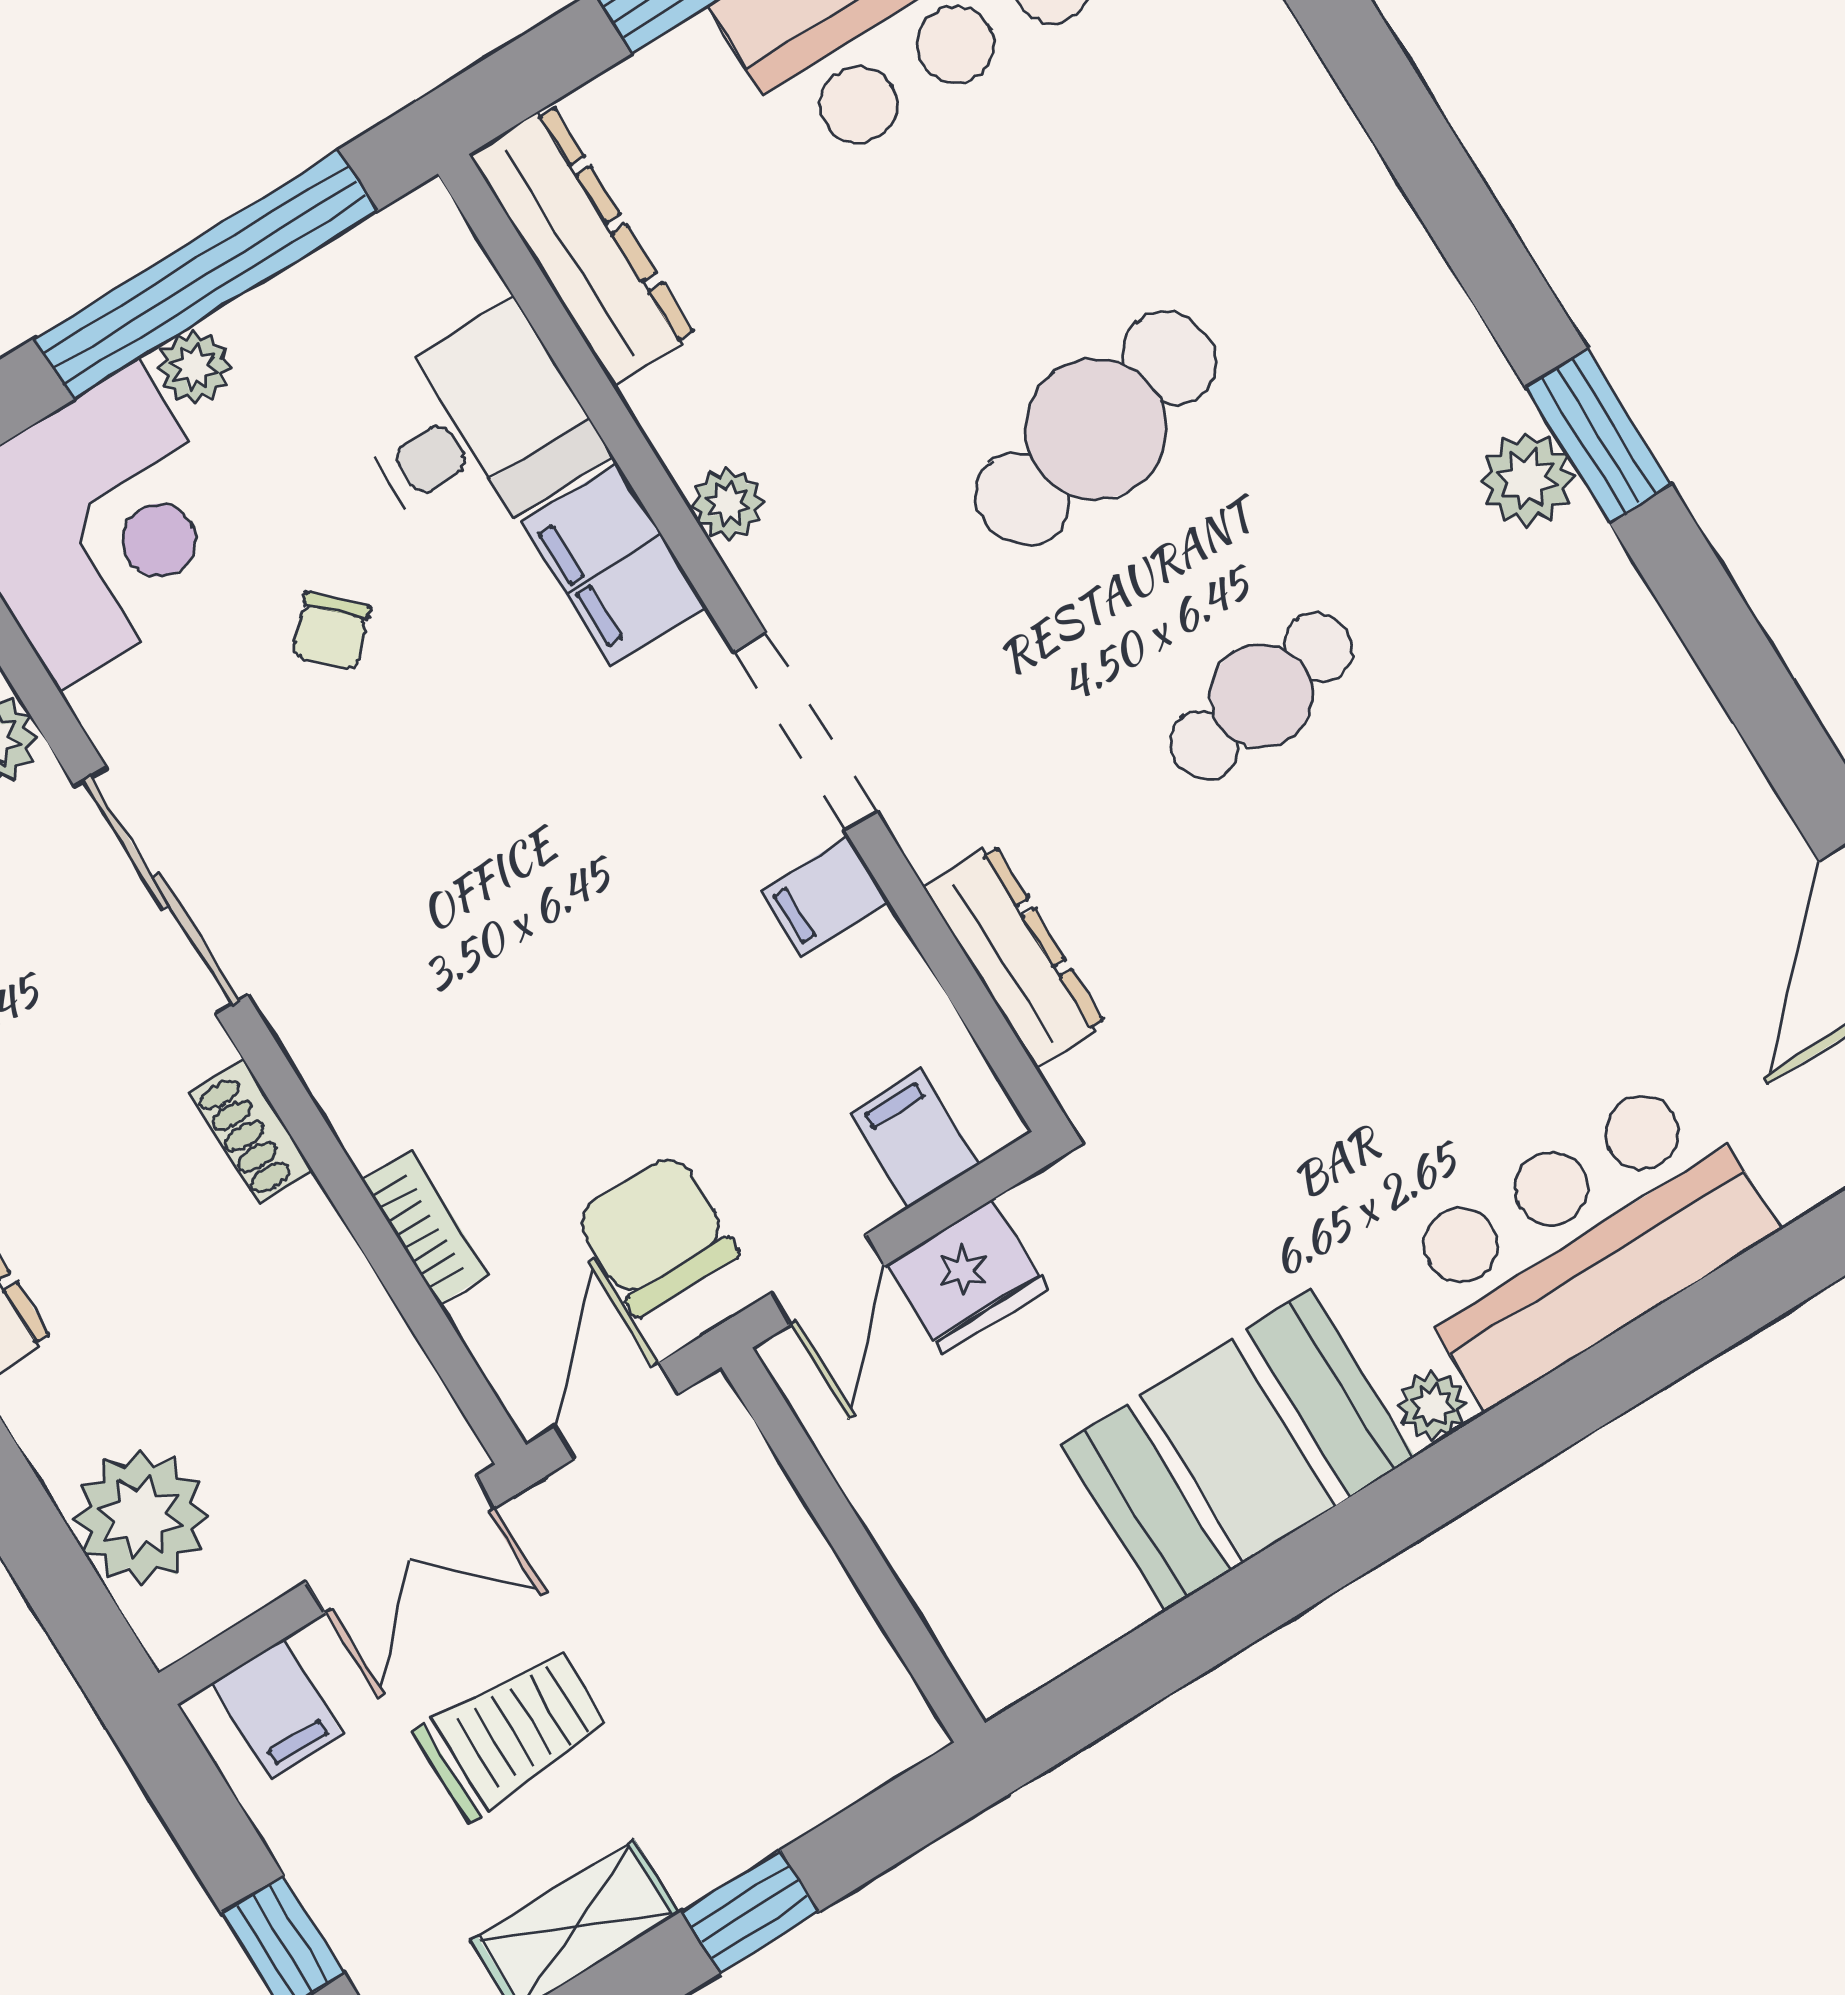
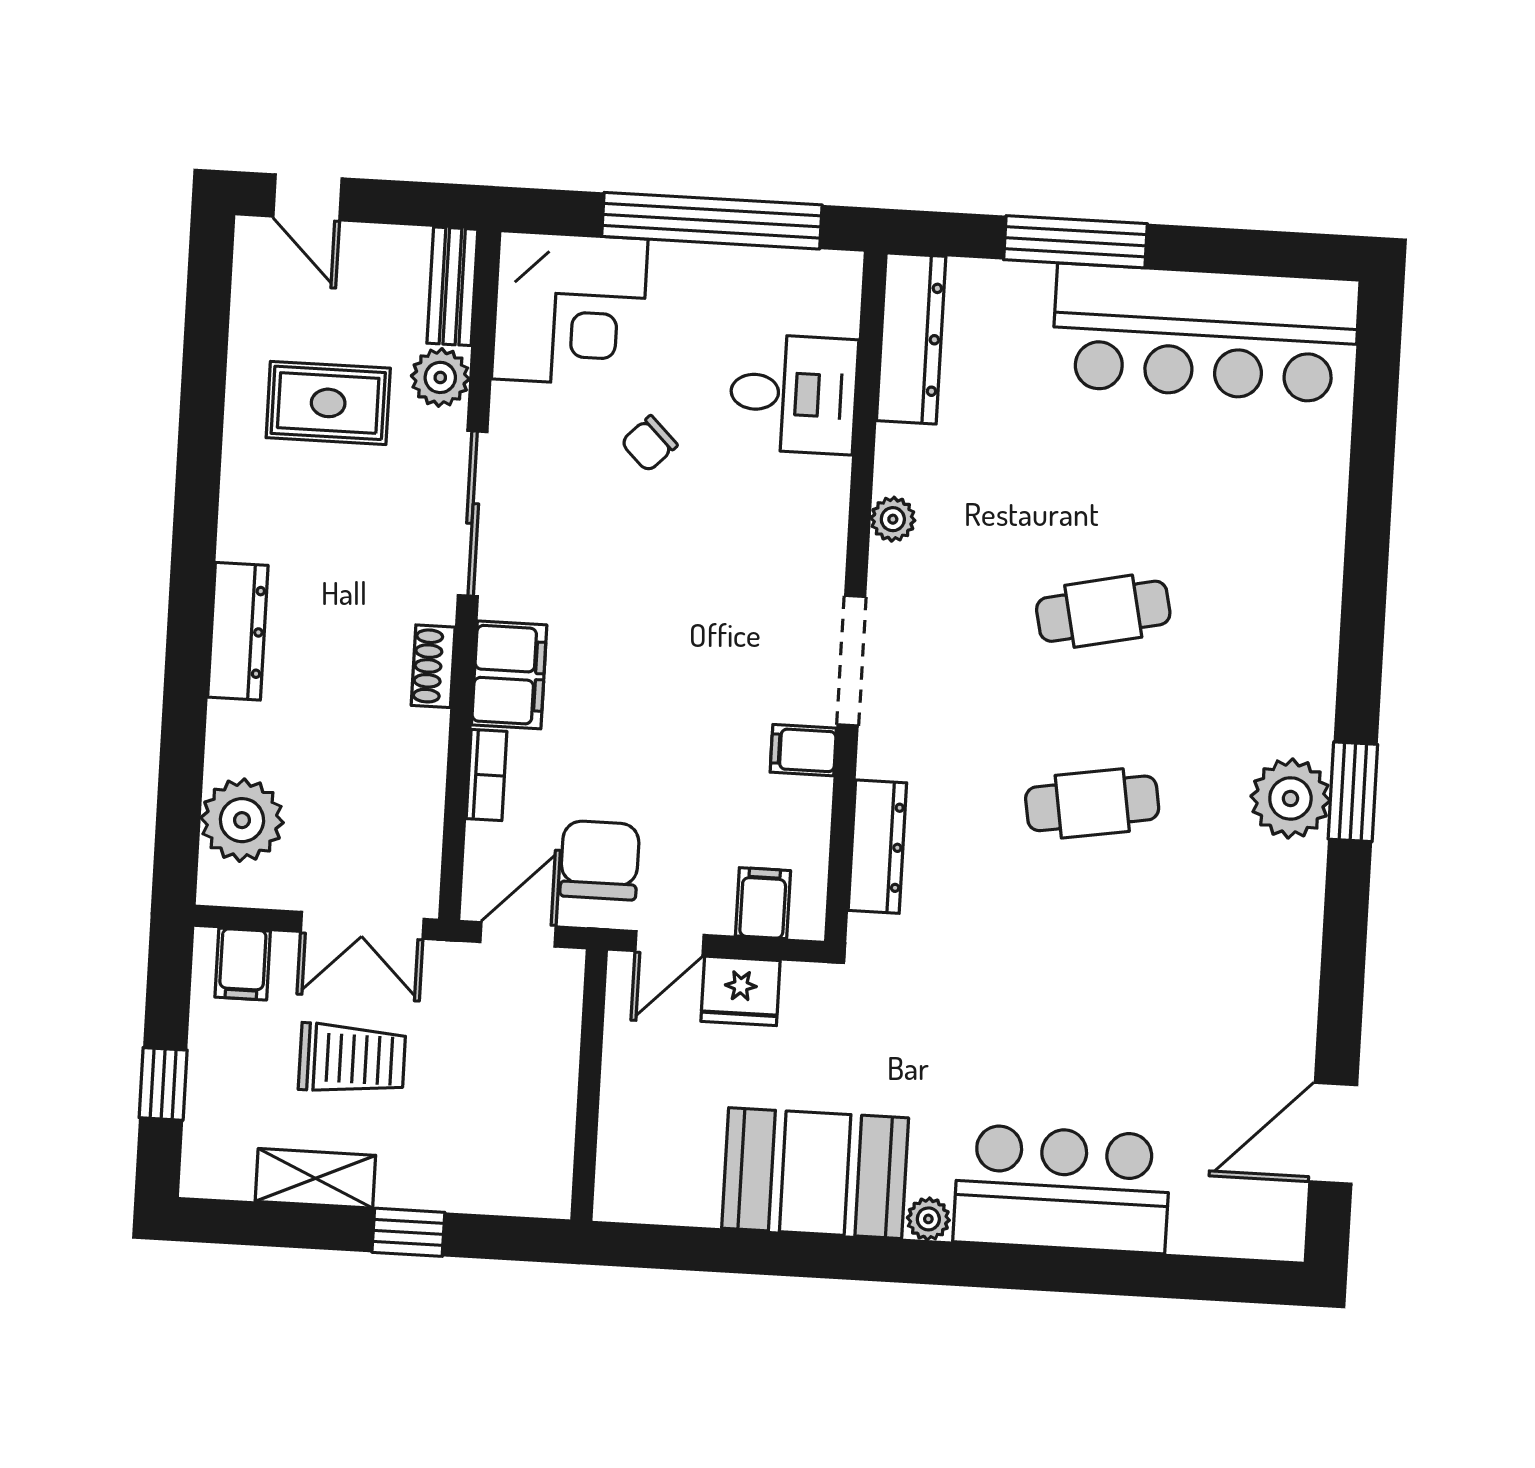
plant: (194, 367) -> (674, 263), removed
cafe table: (1095, 429) -> (1103, 611), width x0.73, depth x0.74
plant: (1527, 480) -> (1290, 798), width x1.36, depth x1.36
filing cabinet: (614, 565) -> (509, 675), moved, turned 180

